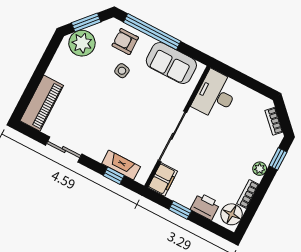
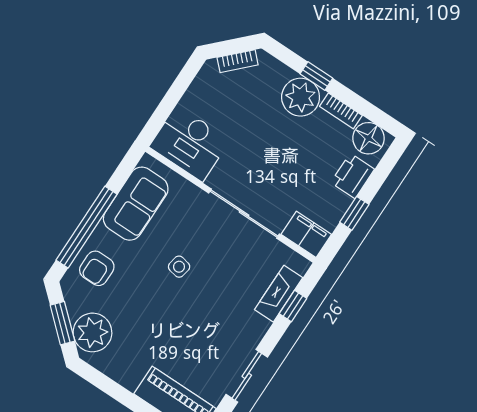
side table: (122, 71) -> (179, 267), moved
window: (278, 159) -> (316, 76), moved
plant: (260, 169) -> (301, 97), width x1.88, depth x1.88

